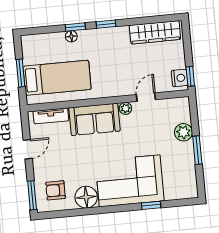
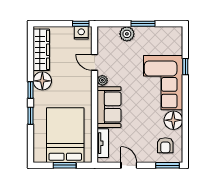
floor lamp: (71, 36) -> (42, 81), moved, width x1.89, depth x1.89
bed: (57, 78) -> (65, 135), width x1.50

